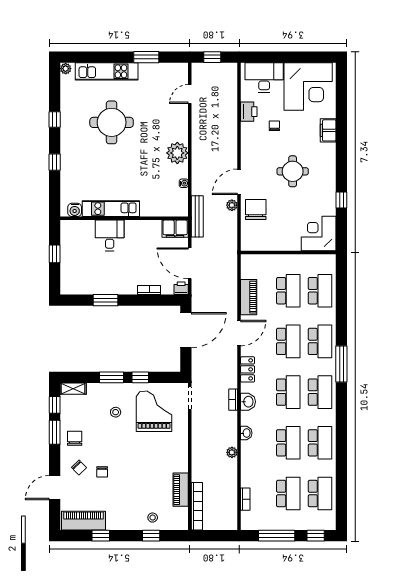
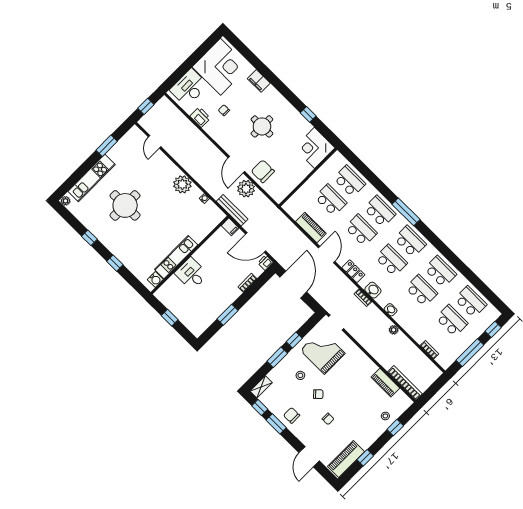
plant: (232, 205) -> (246, 189), width x1.87, depth x1.87
filing cabinet: (175, 229) -> (230, 227), width x0.50
chair: (79, 468) -> (318, 394), moved

